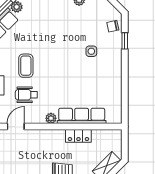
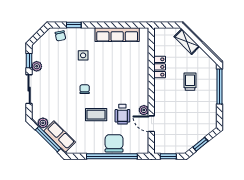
chair: (54, 53) -> (85, 89), added
row of seats: (82, 116) -> (117, 35), moved, turned -90
plant: (51, 118) -> (144, 110), moved

